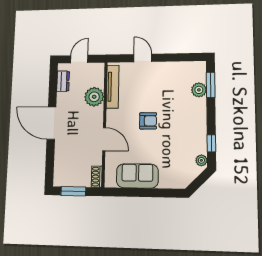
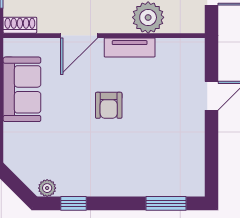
tv unit: (113, 87) -> (130, 47), moved, width x0.71
plant: (199, 90) -> (158, 185), removed

